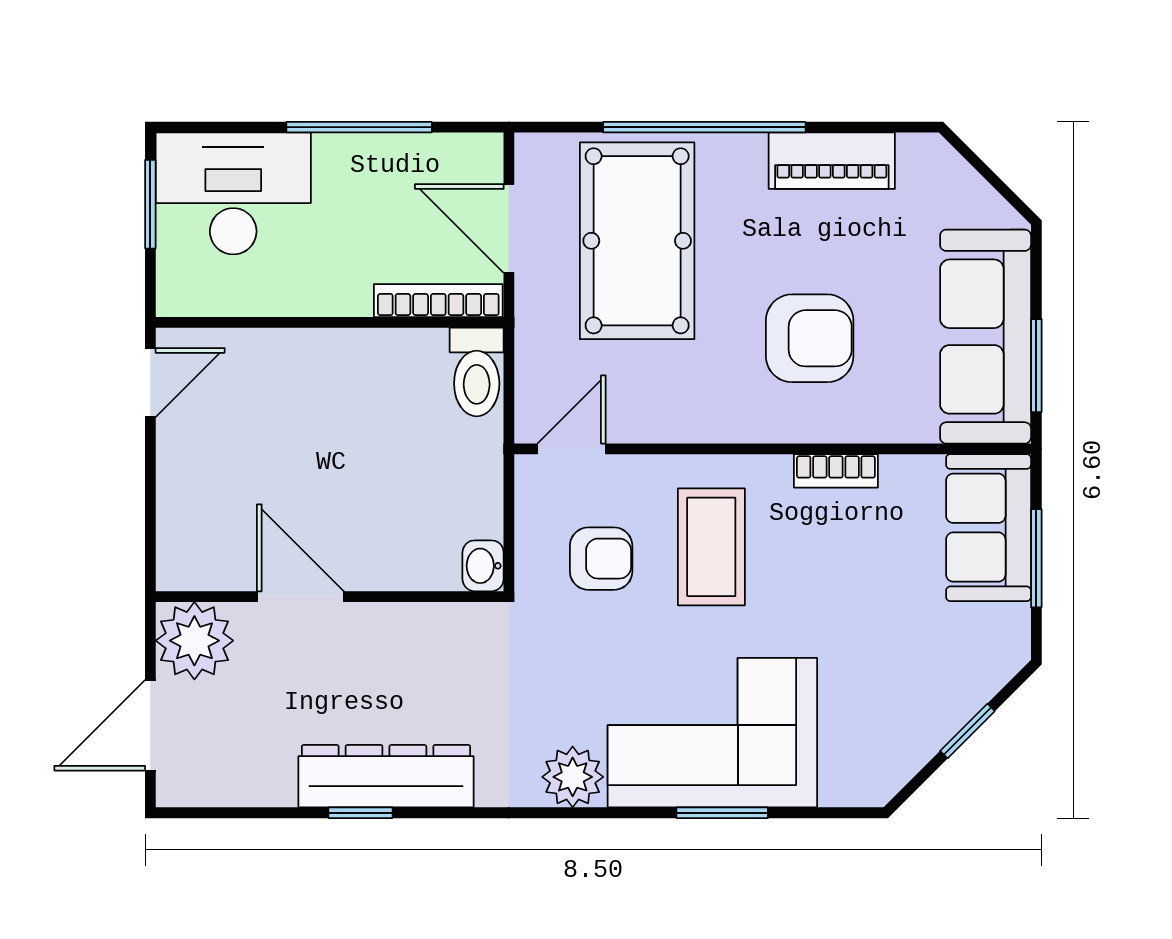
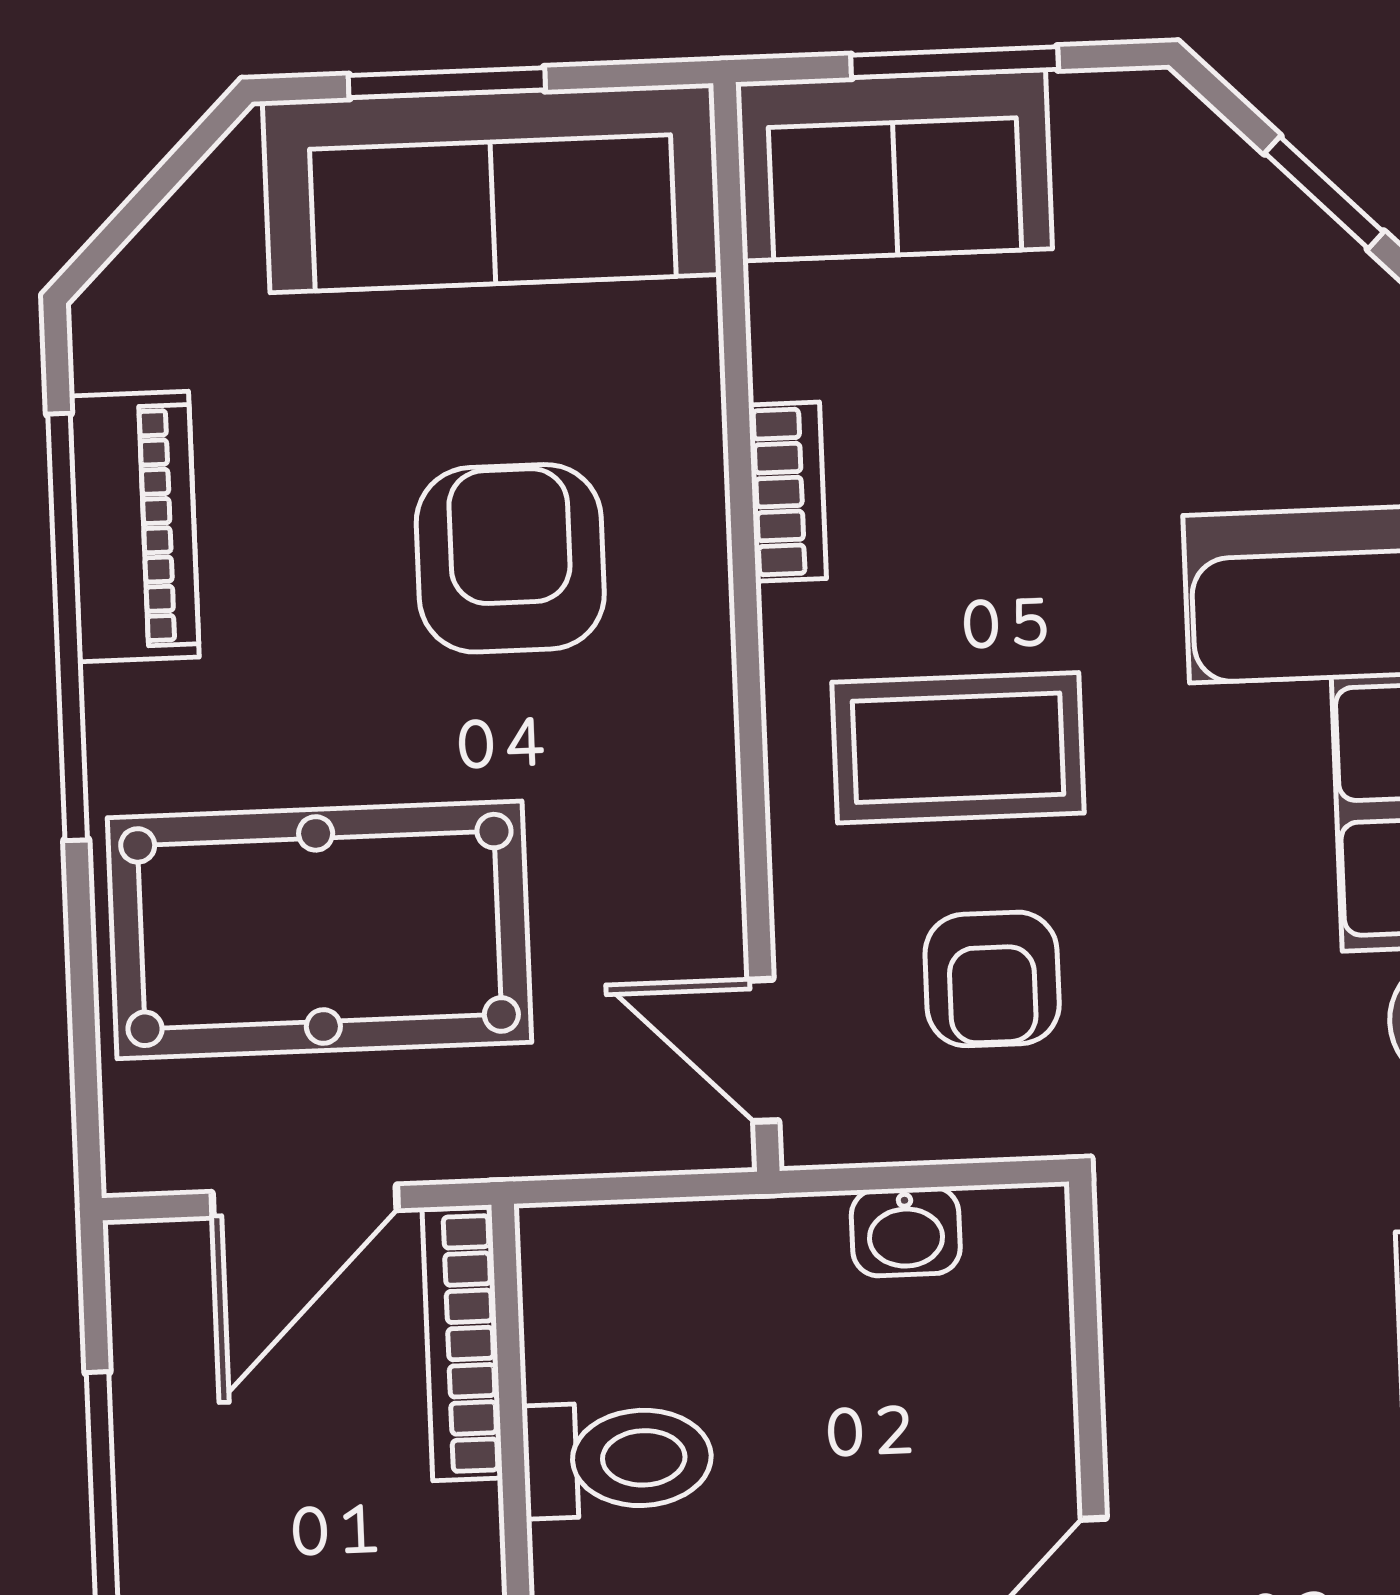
window: (704, 127) -> (68, 627), moved
window: (1036, 366) -> (447, 83), moved
toilet: (477, 372) -> (618, 1459), moved
armchair: (601, 559) -> (992, 979), turned 180
washbasin: (483, 566) -> (906, 1232), moved

